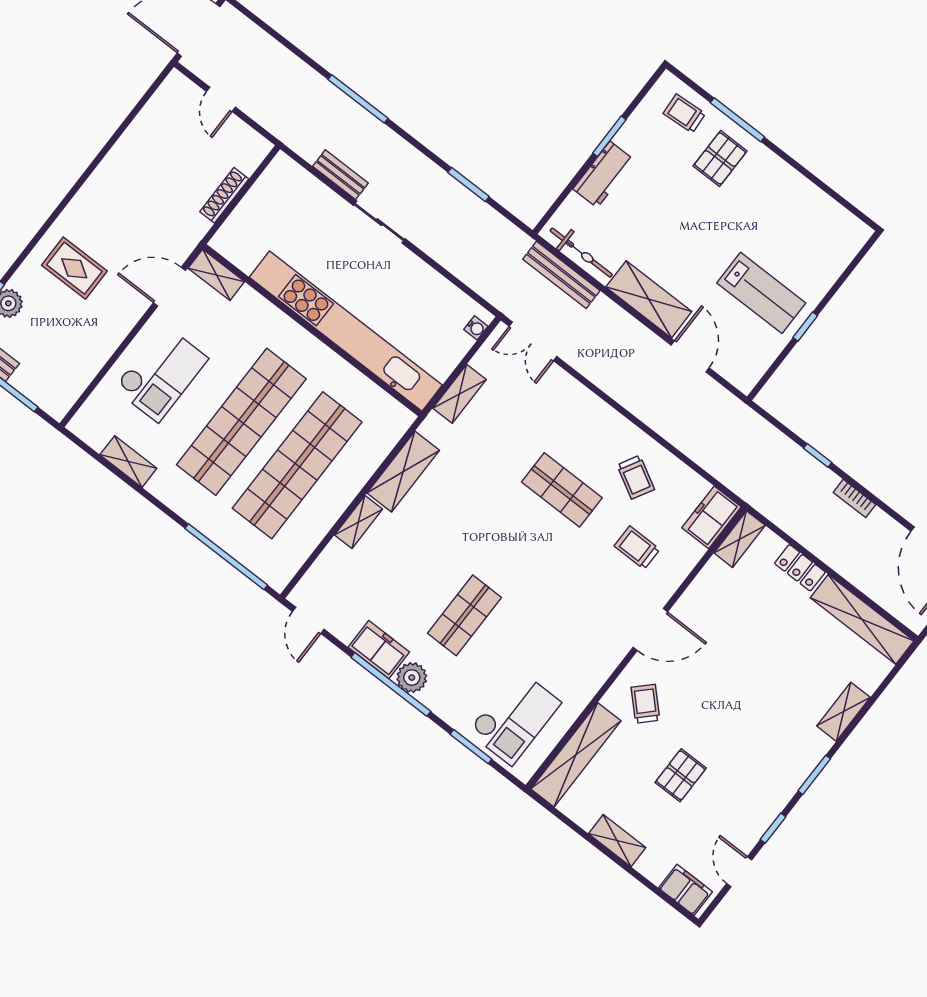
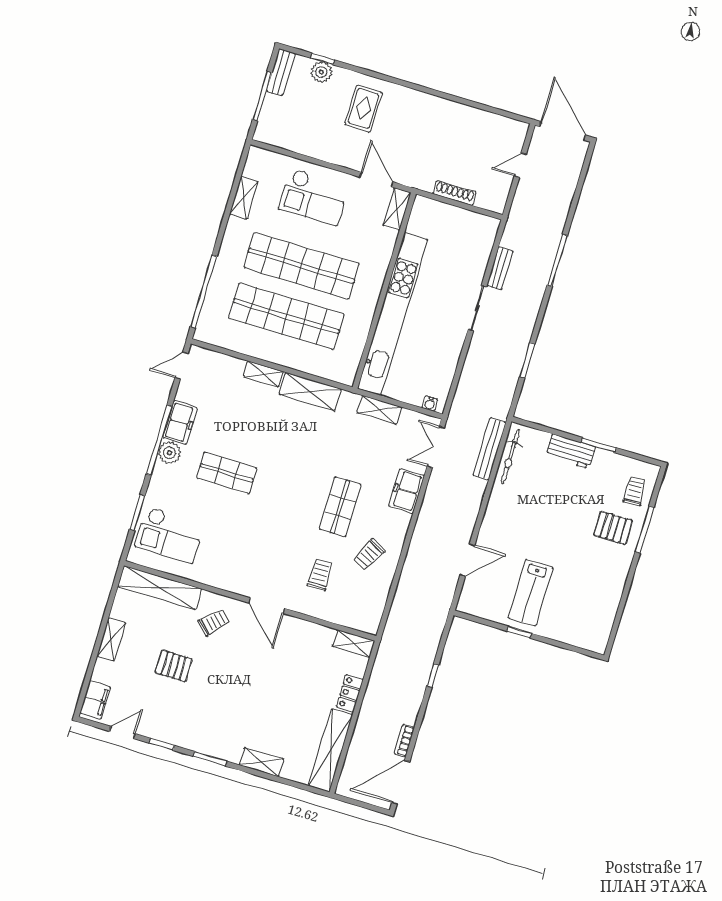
shelving: (649, 299) -> (496, 516), removed
bookcase: (854, 498) -> (404, 741), moved
freezer: (711, 517) -> (407, 491), moved, turned -90

